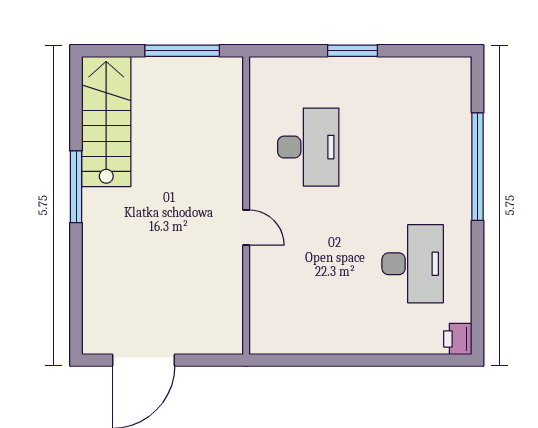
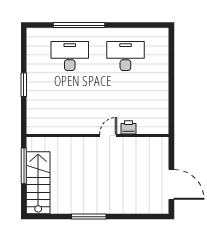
stairs: (106, 121) -> (38, 183), moved, turned 90
desk: (308, 147) -> (70, 56), moved
printer: (458, 339) -> (129, 127), moved, turned 180

